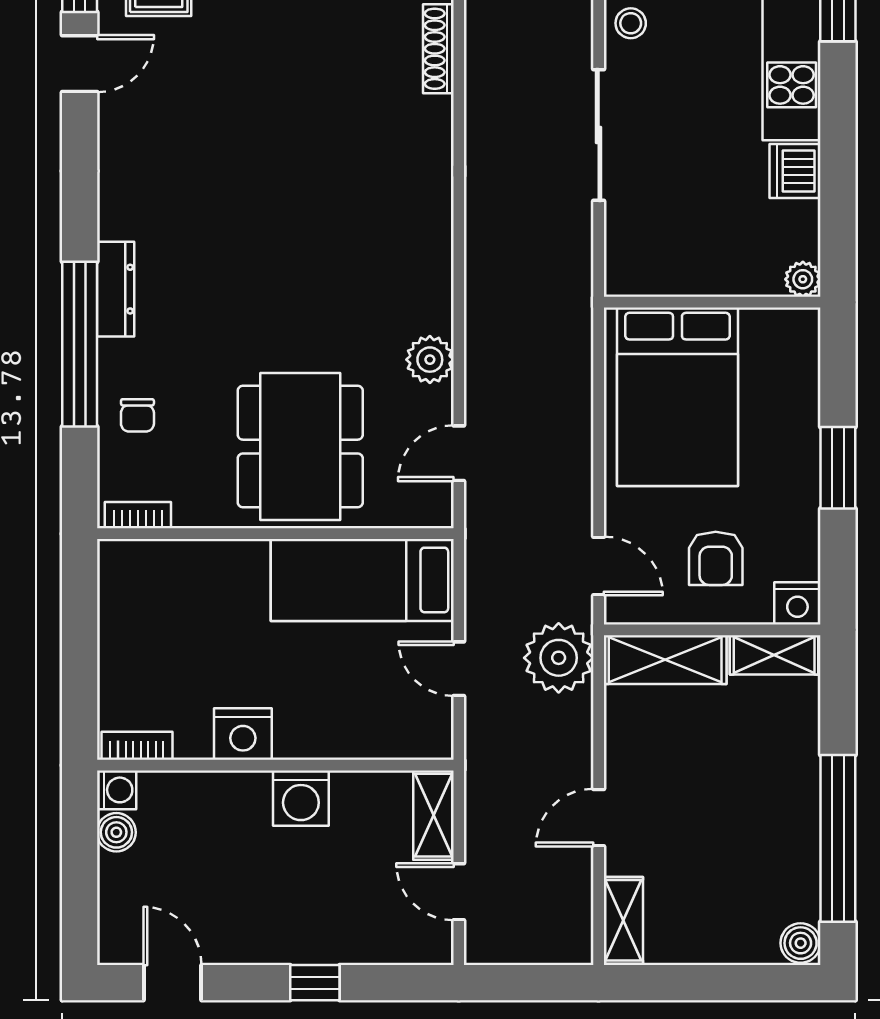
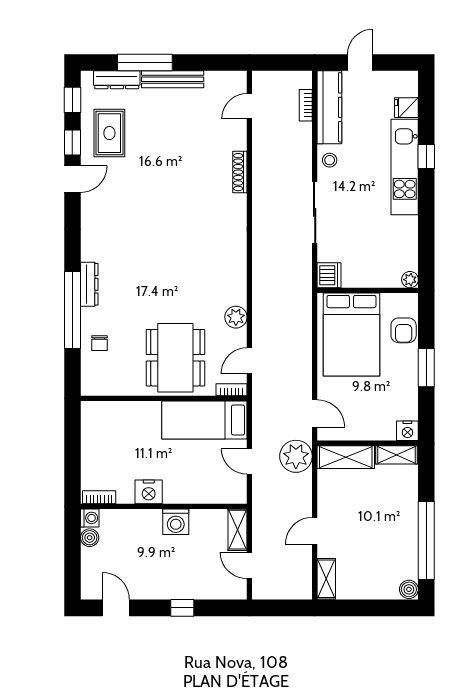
dishwasher: (795, 171) -> (329, 275), moved, turned 180
bookcase: (138, 515) -> (232, 390), moved
armchair: (716, 558) -> (404, 330), moved

